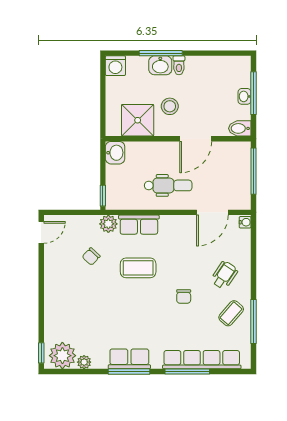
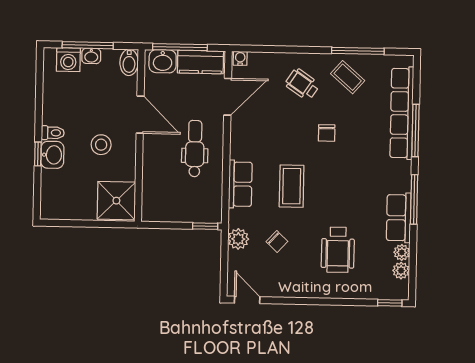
window: (161, 53) -> (38, 154), width x0.46
washing machine: (115, 66) -> (68, 60), moved, turned 90
shower: (138, 120) -> (116, 201), moved
washbasin: (115, 153) -> (163, 61), moved, turned 180
kitchen counter: (241, 189) -> (200, 62), added
door: (212, 212) -> (228, 97), hinge flipped
plant: (108, 224) -> (238, 239), moved
chair: (184, 297) -> (327, 133), turned 90
wheelchair: (85, 308) -> (338, 250), added
plant: (62, 356) -> (401, 271), width x0.53, depth x0.53
row of seats: (129, 359) -> (399, 218), moved

